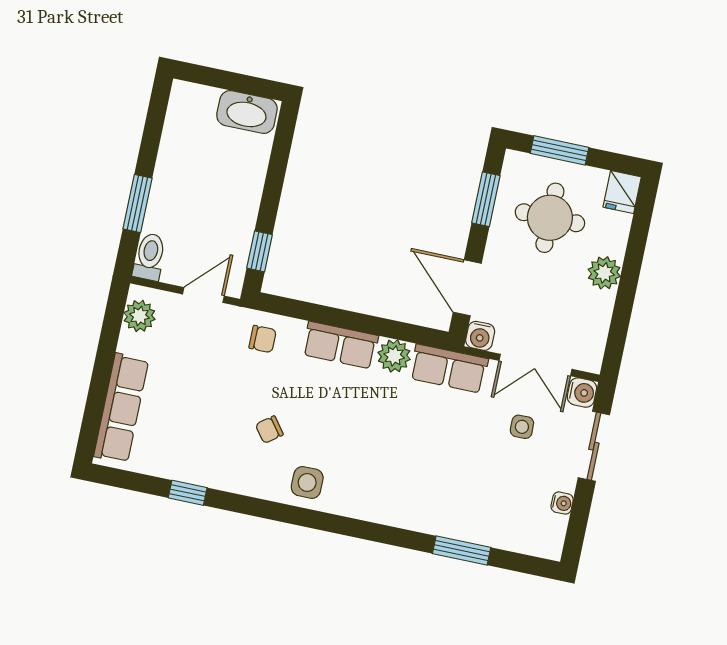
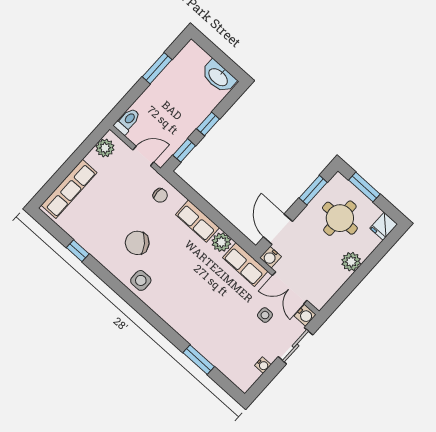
window: (272, 191) -> (208, 124), added
window: (137, 203) -> (157, 68), moved
chair: (269, 430) -> (137, 243), width x1.87, depth x1.87

